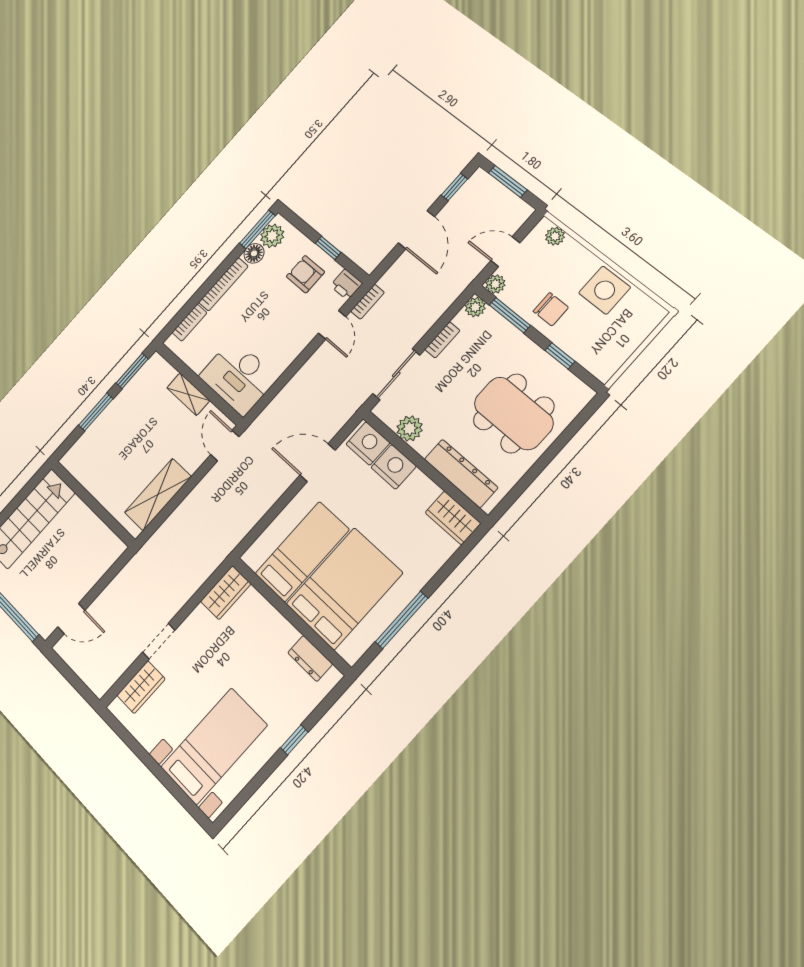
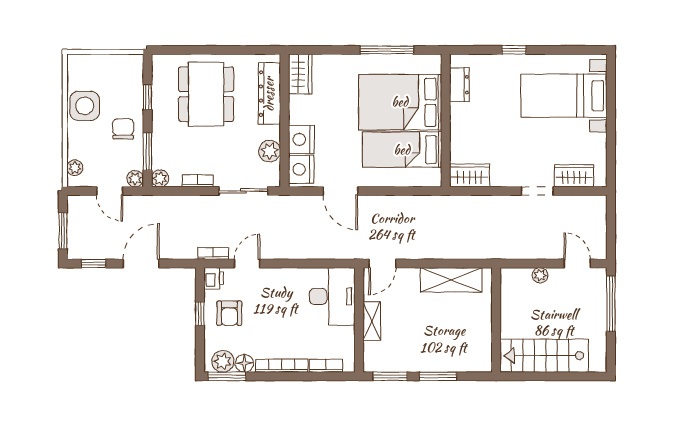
plant: (92, 576) -> (540, 275), added

